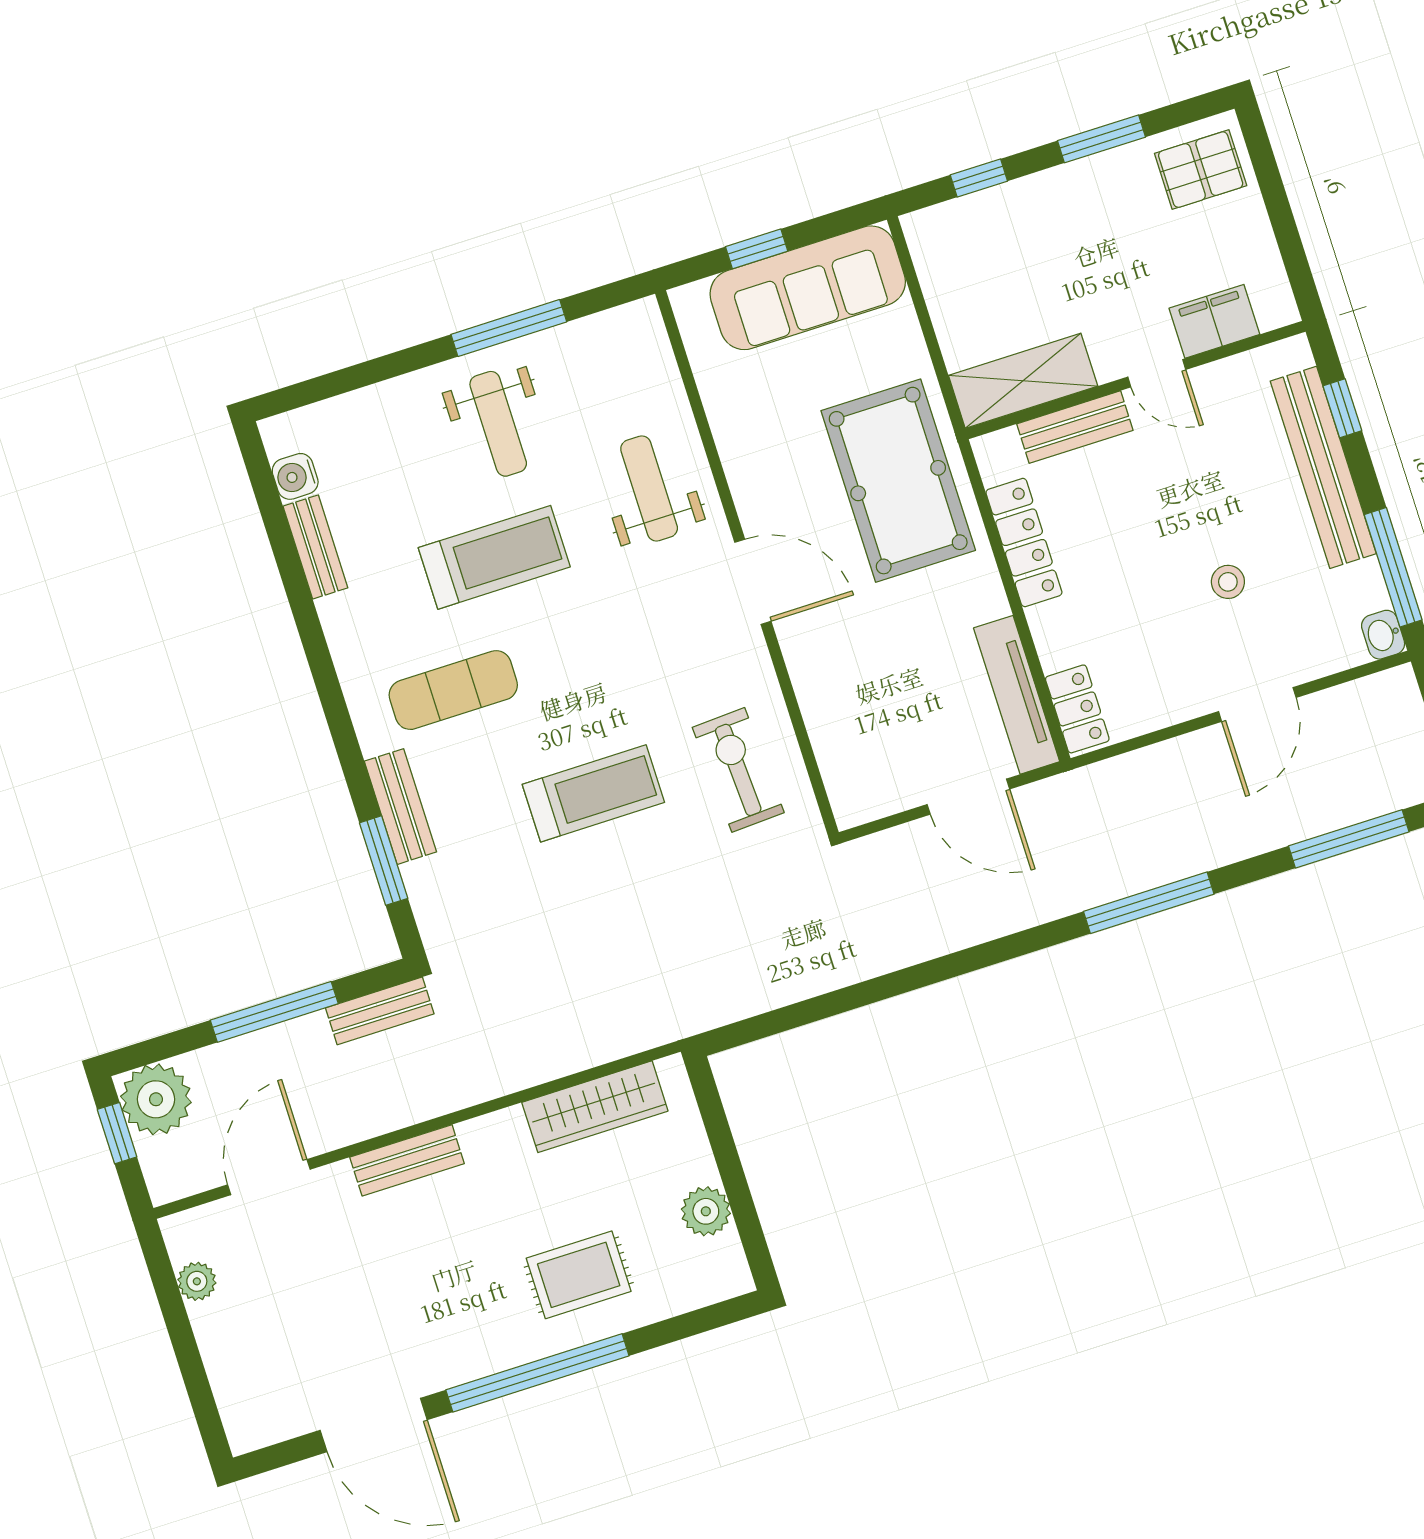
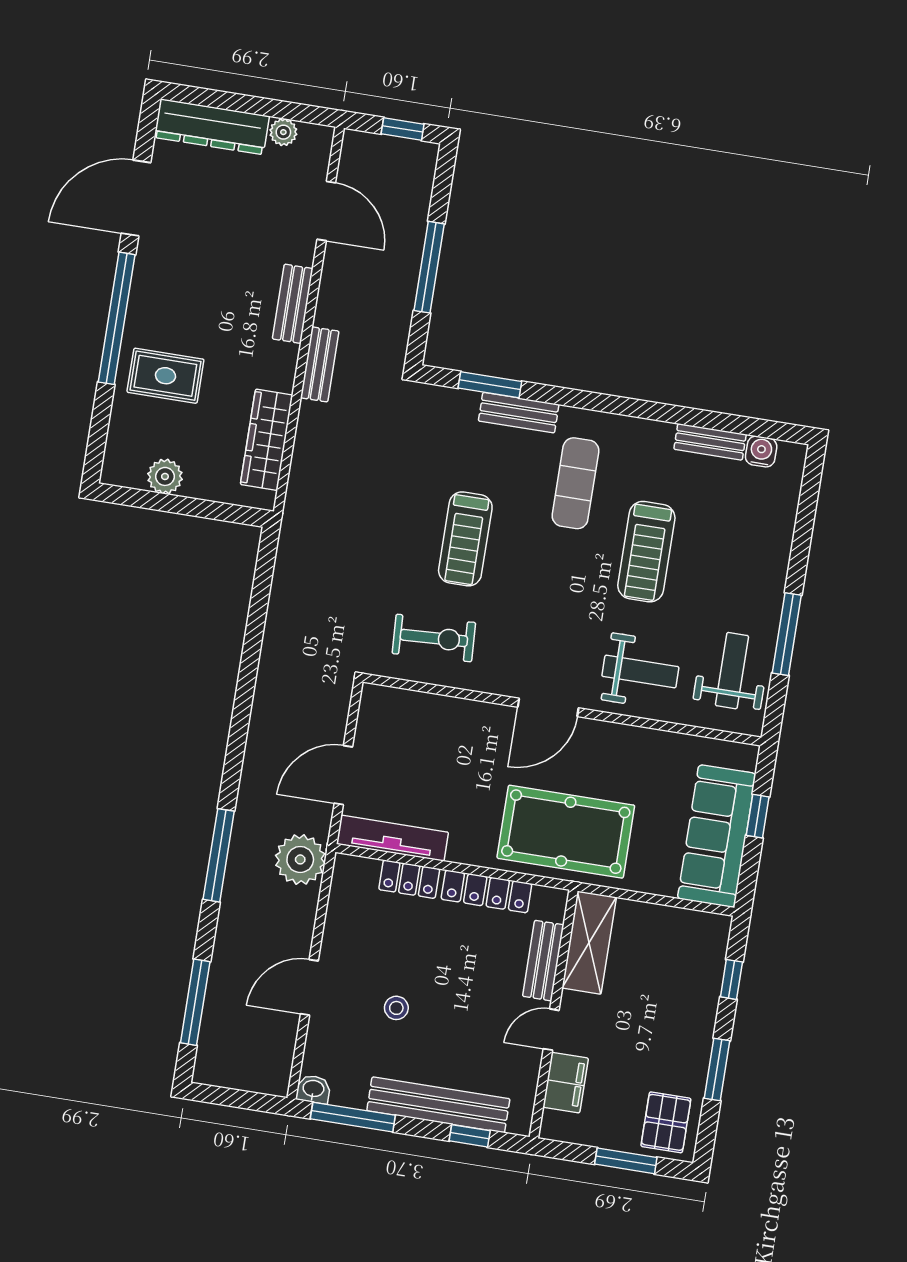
window: (1274, 196) -> (626, 1161), added
weight bench: (498, 424) -> (732, 671), moved, turned 90
door: (1257, 704) -> (309, 987), hinge flipped
locker: (1077, 709) -> (409, 879), moved
bench: (380, 1011) -> (320, 364), moved
plant: (156, 1099) -> (300, 859), moved
rug: (579, 1275) -> (165, 376), turned 90
dresser: (236, 1375) -> (212, 127), added

